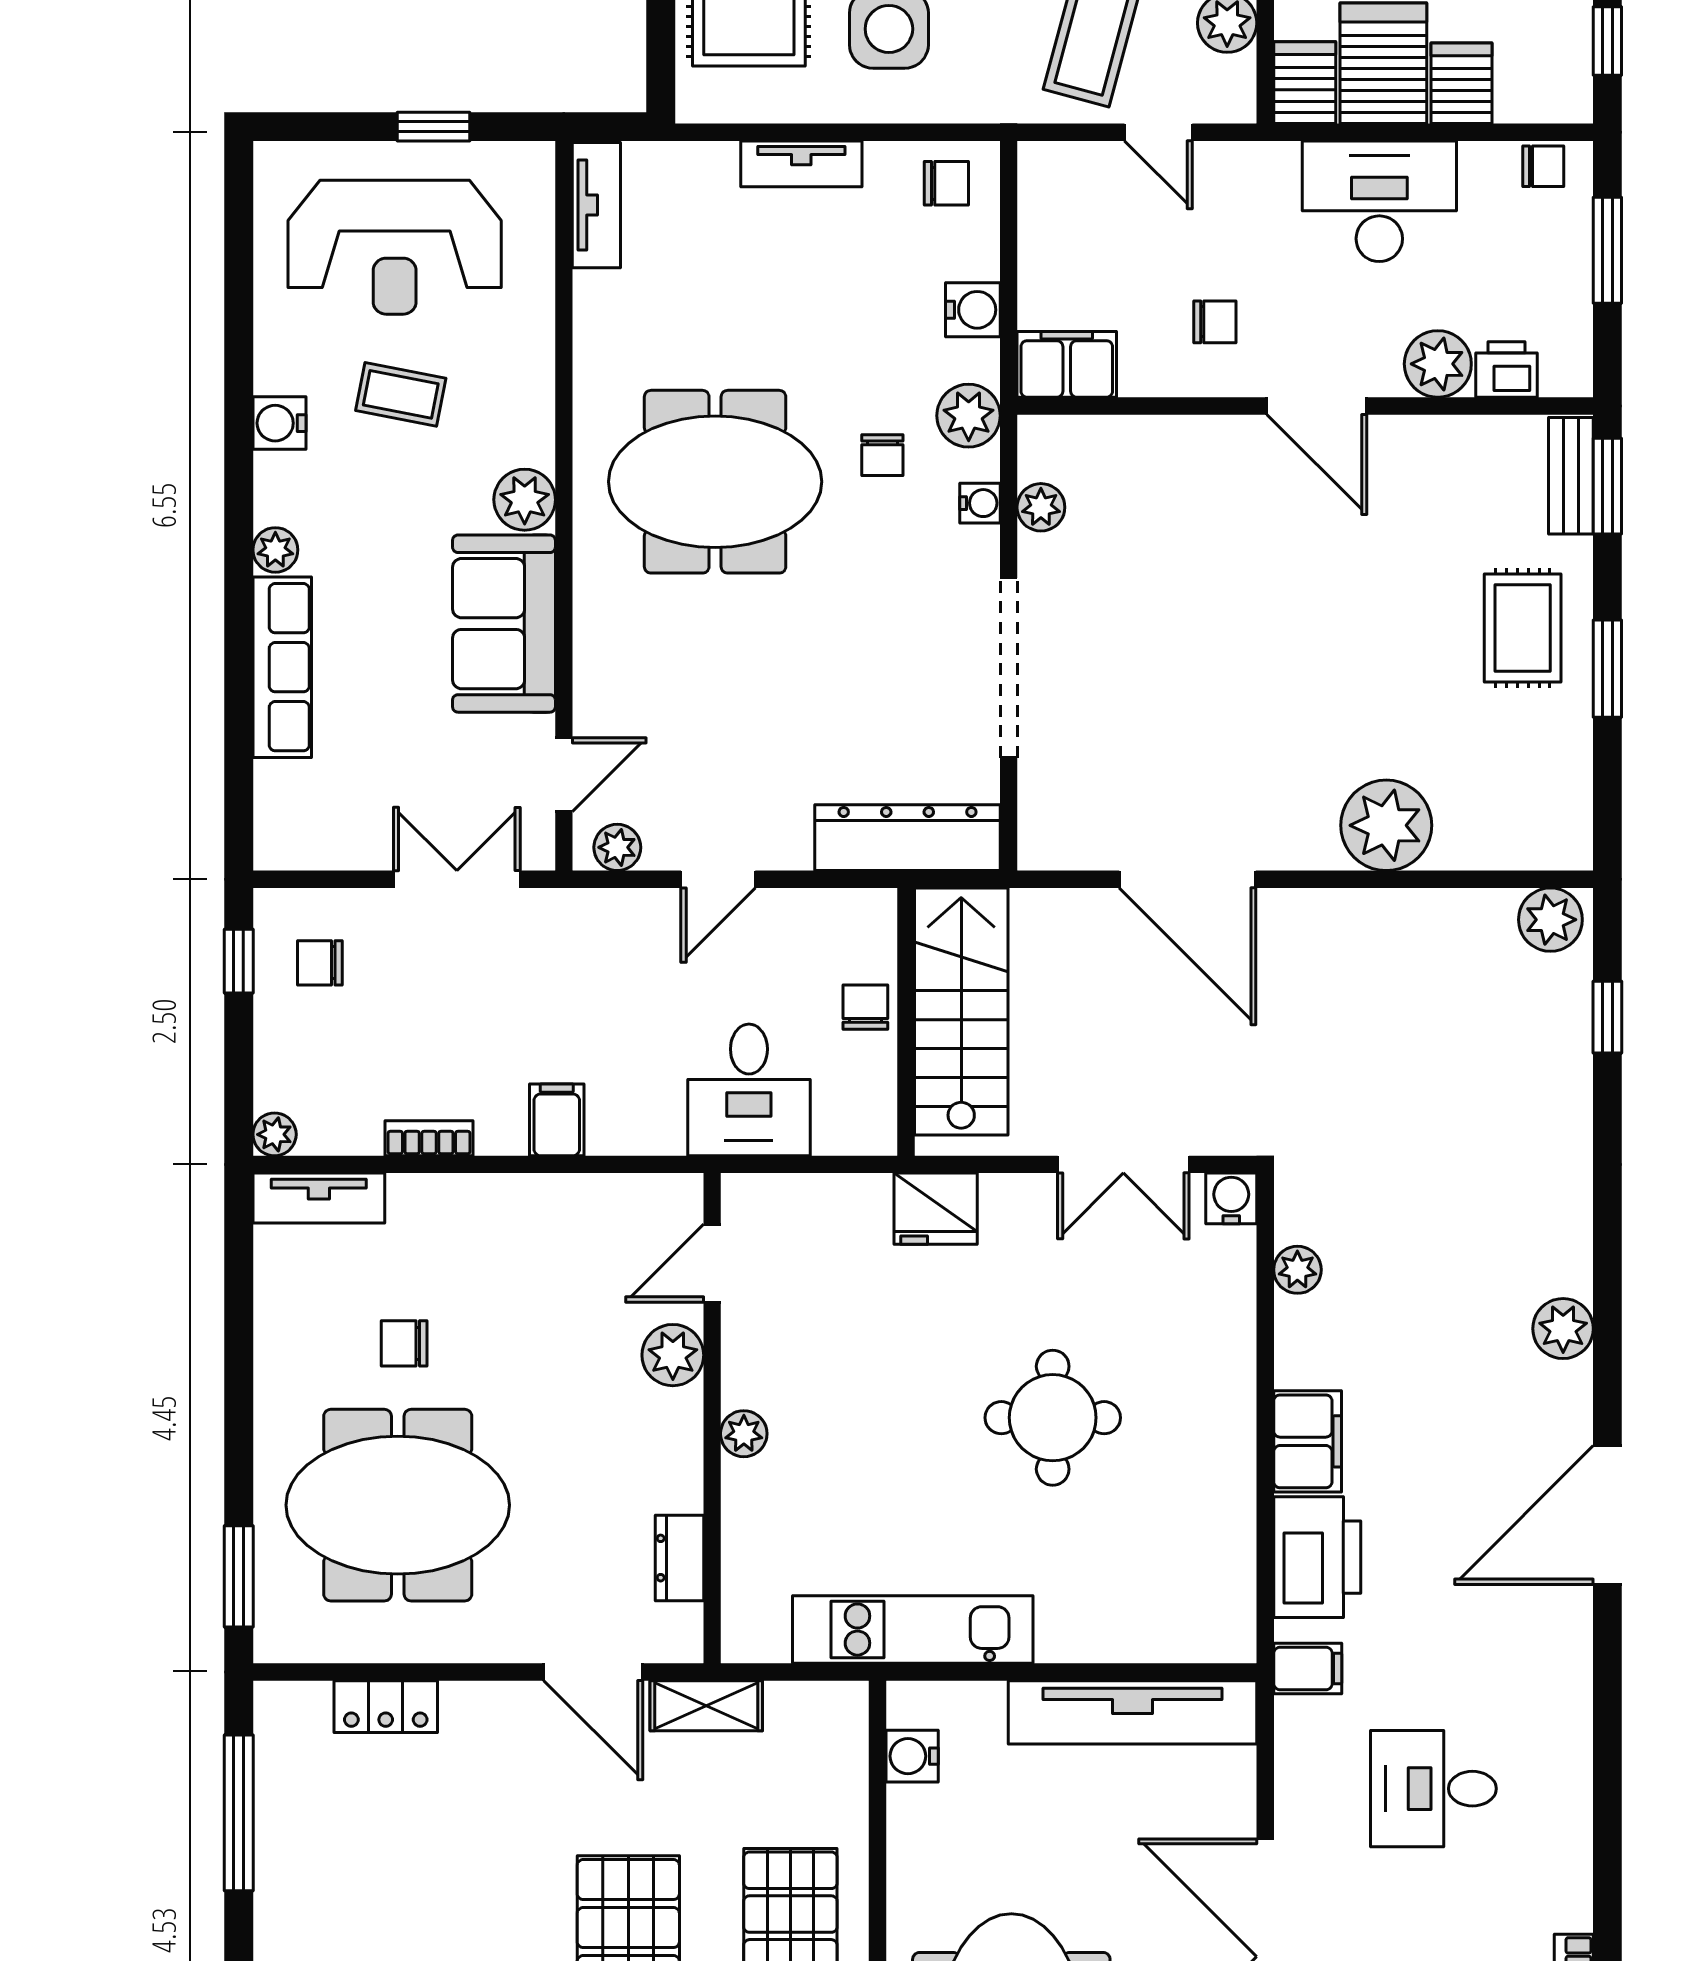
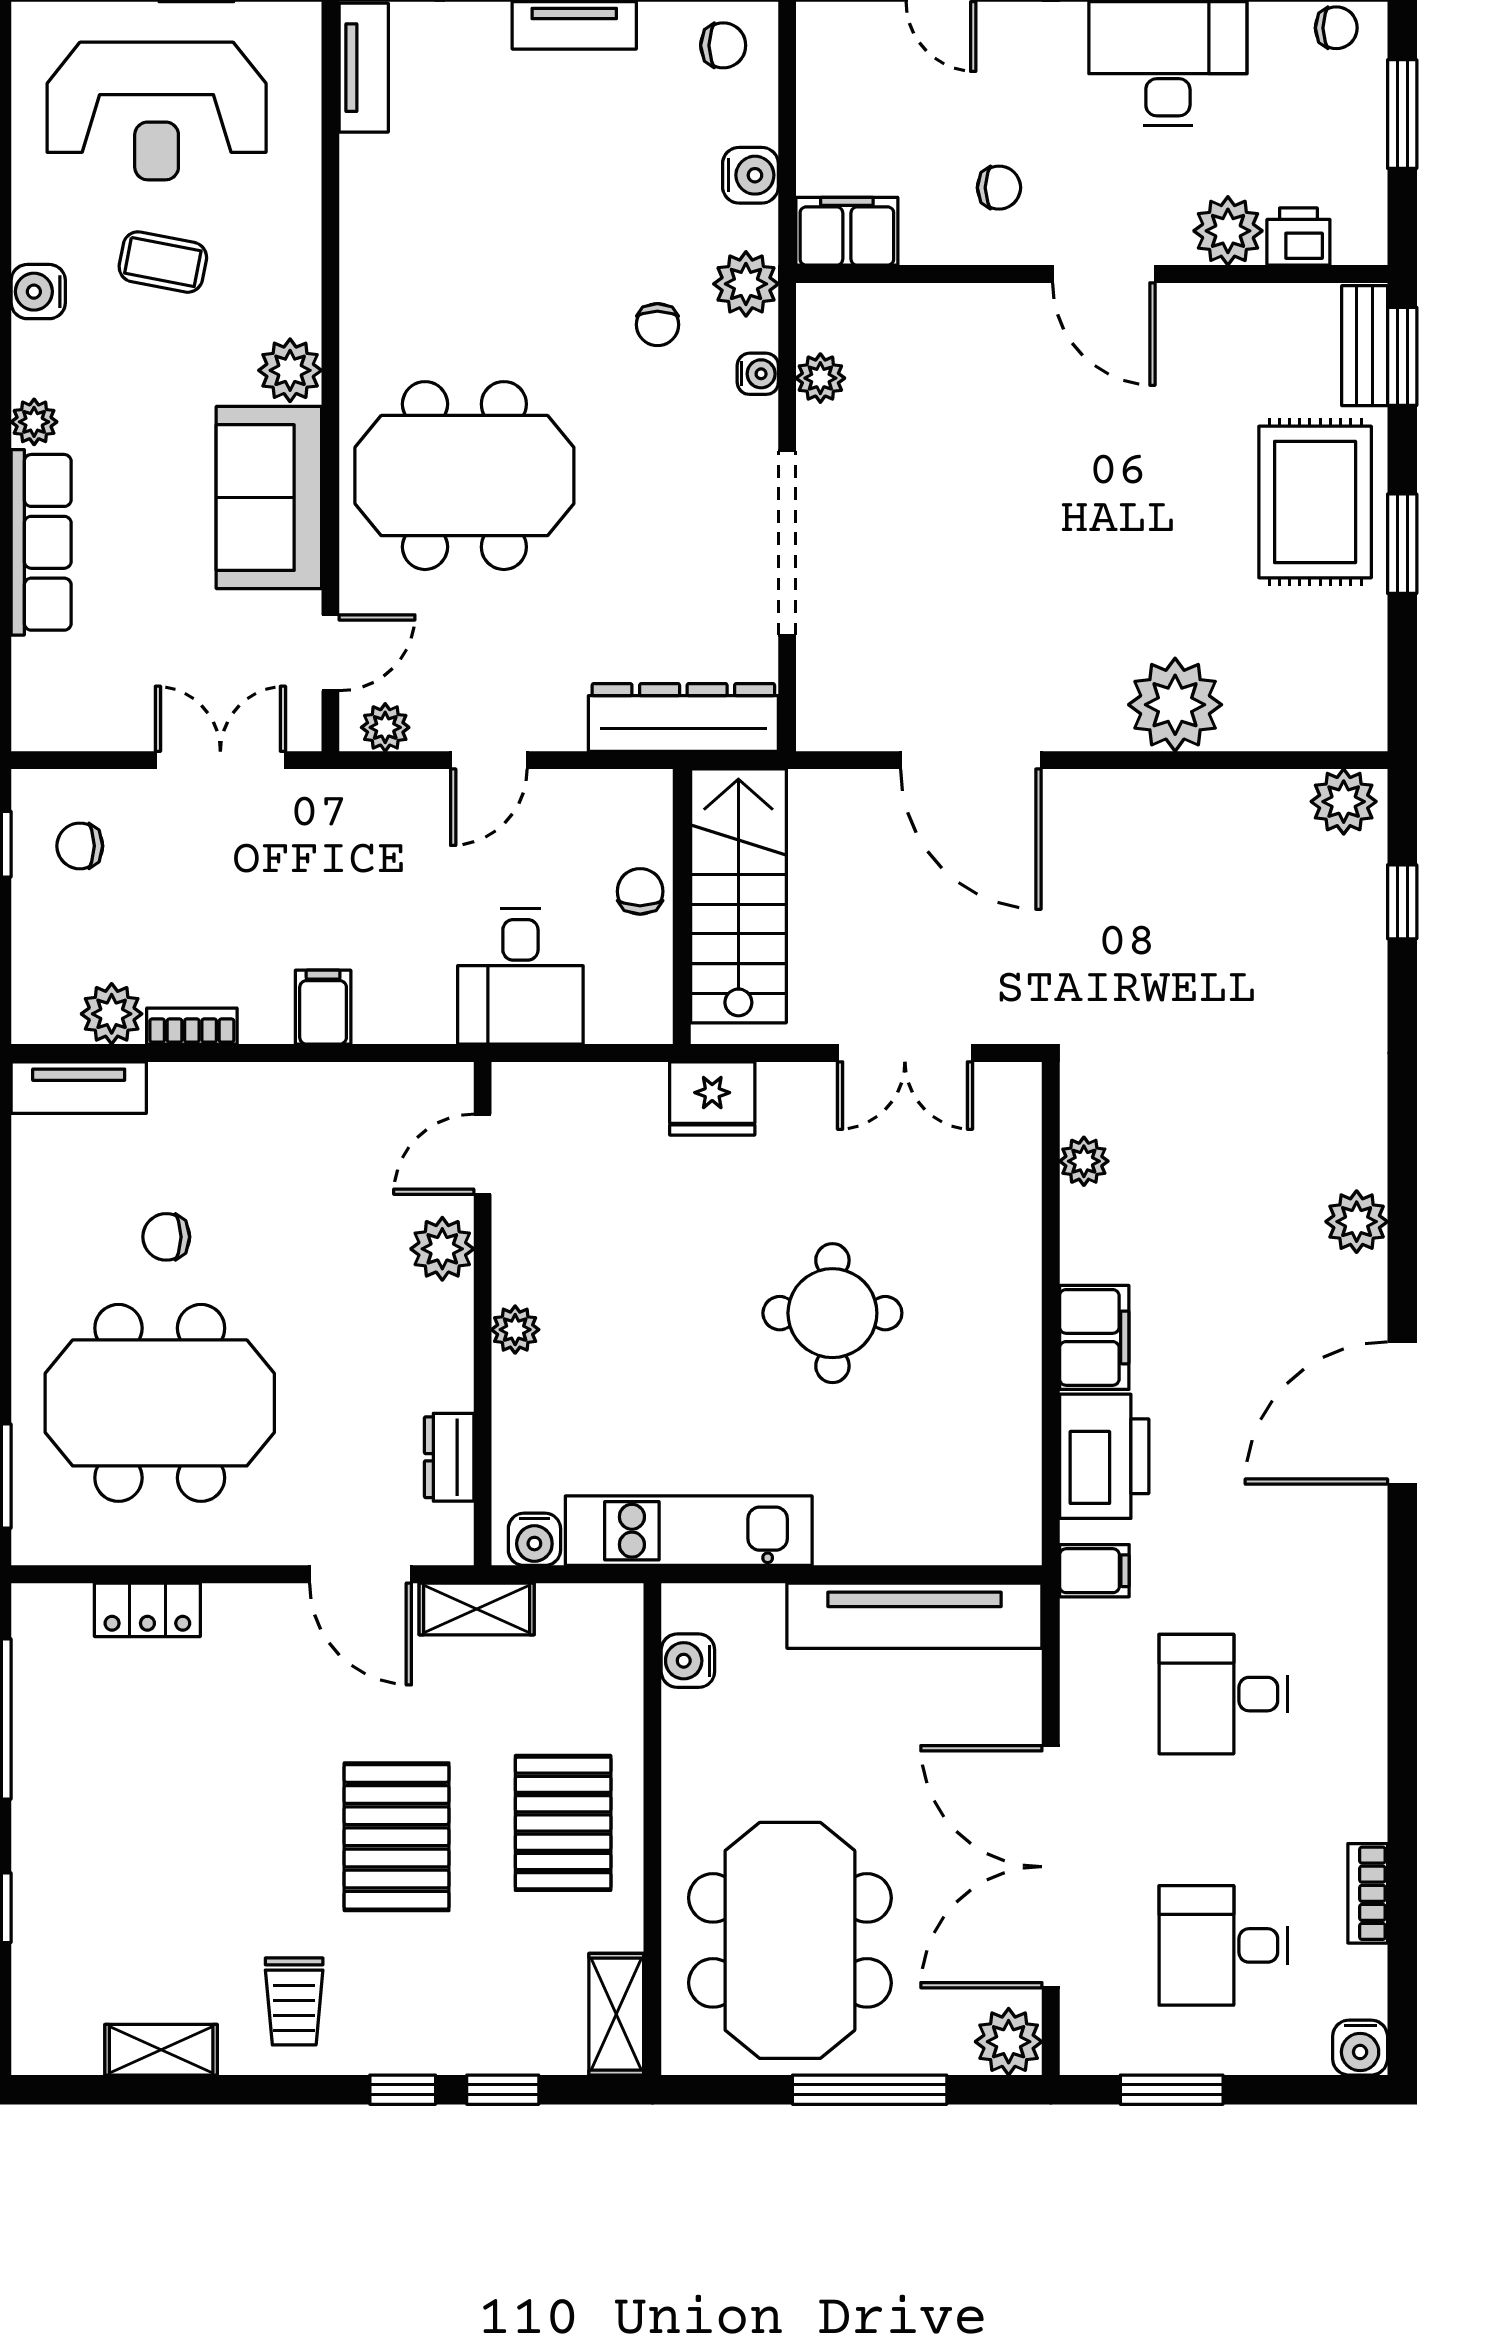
meeting table: (715, 482) -> (464, 476), moved
rug: (1523, 628) -> (1315, 502), width x1.36, depth x1.43
plant: (275, 1134) -> (112, 1014), moved, width x1.38, depth x1.38
water cooler: (1231, 1198) -> (534, 1539), moved, turned 180

